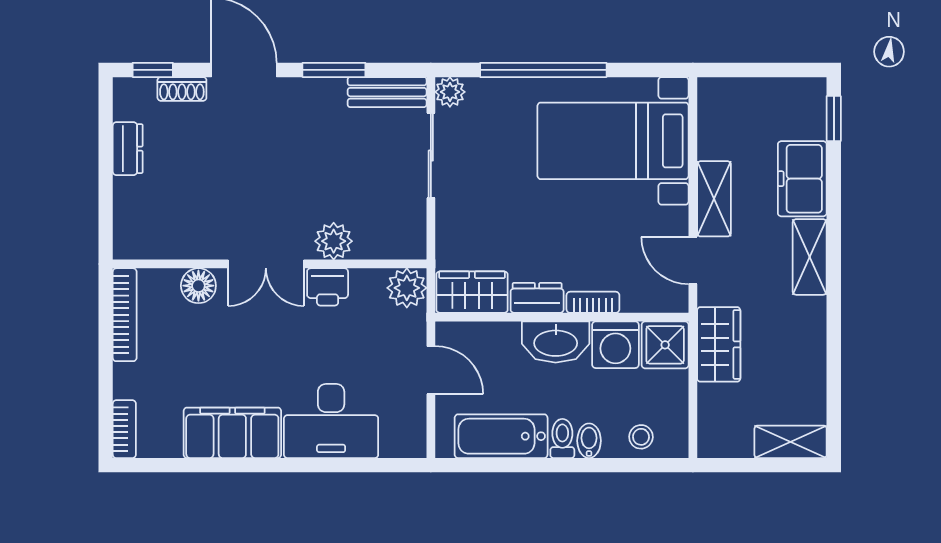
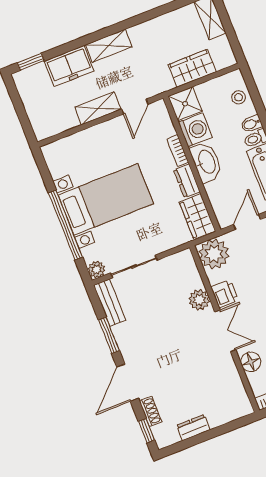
bed with nightstands: (613, 141) -> (106, 199), moved, turned -90
plant: (407, 288) -> (214, 254), width x1.36, depth x1.36
wardrobe: (719, 344) -> (192, 68), moved

